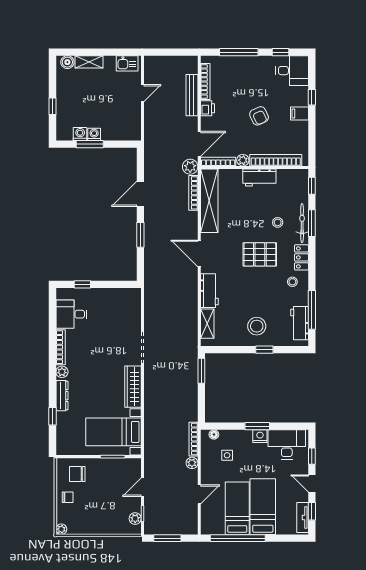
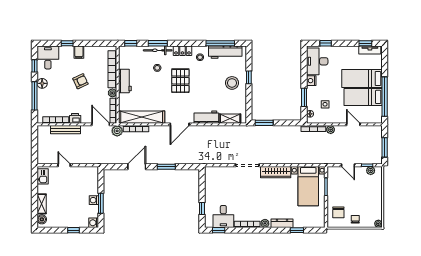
floor lamp: (256, 63) -> (42, 83), added
washing machine: (80, 134) -> (94, 223), moved
door: (140, 194) -> (137, 167), swing flipped
window: (53, 308) -> (219, 230), added
workbench: (300, 323) -> (225, 52), width x1.38
window: (257, 426) -> (304, 97), moved
door: (312, 484) -> (345, 43), removed

